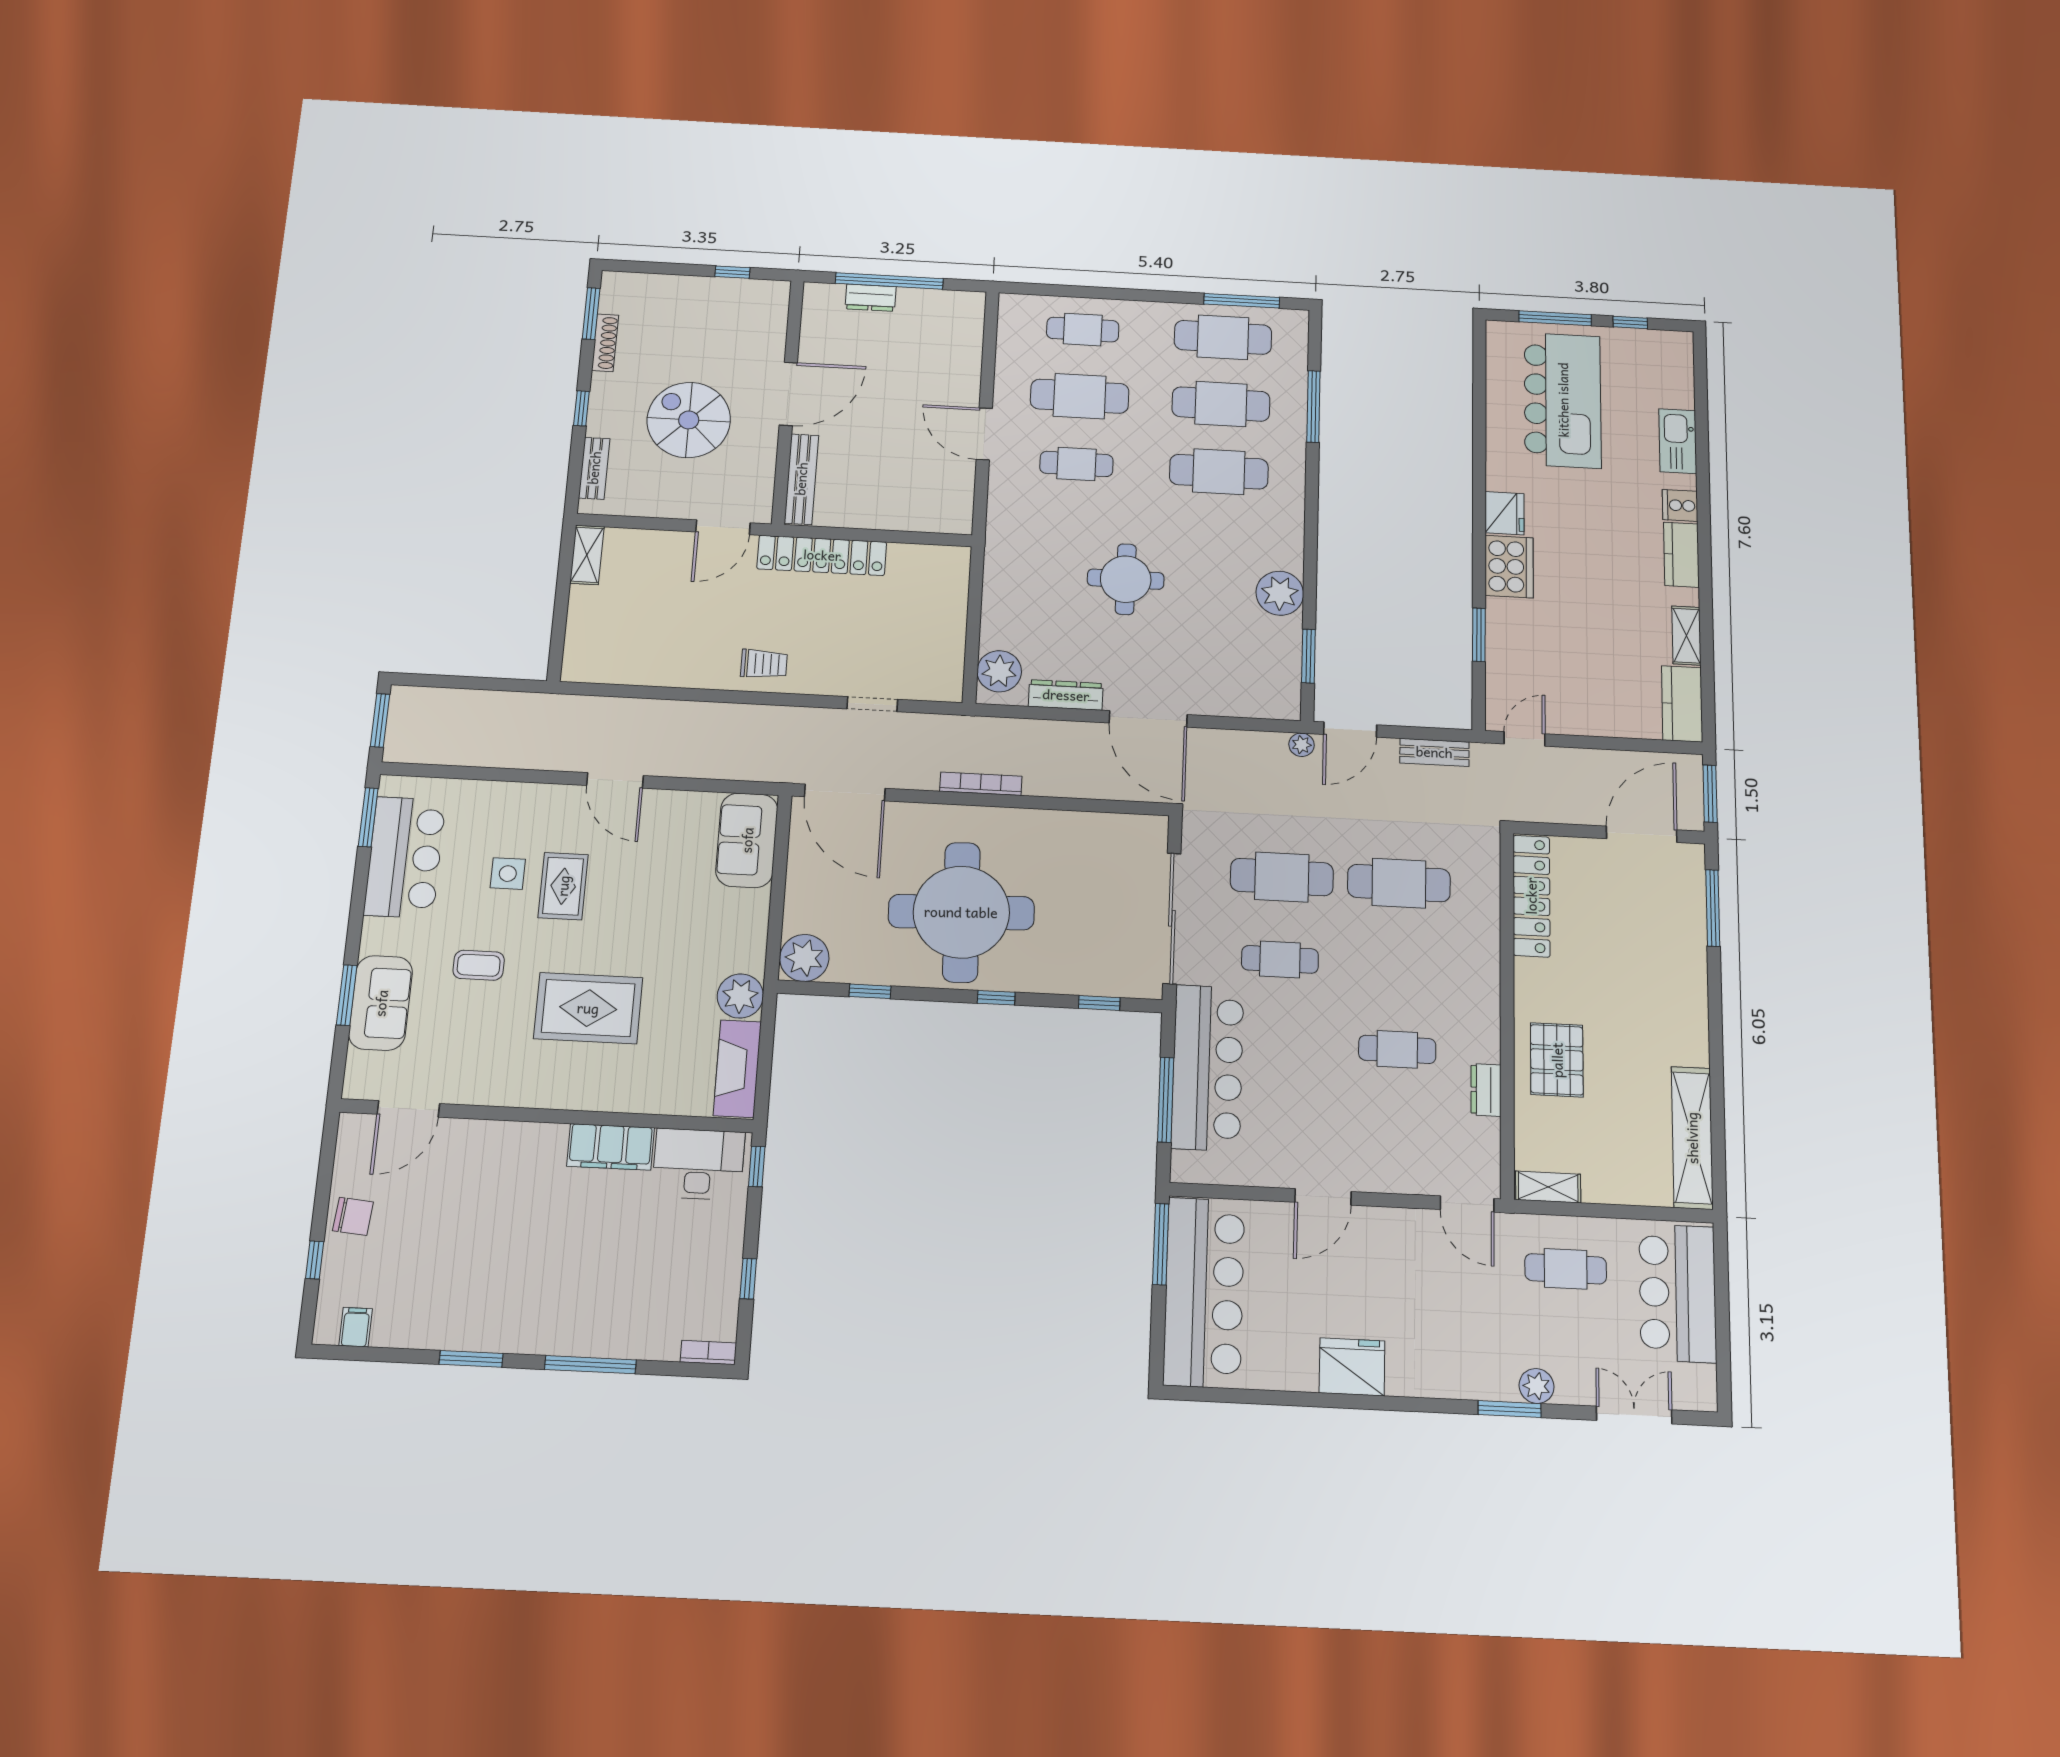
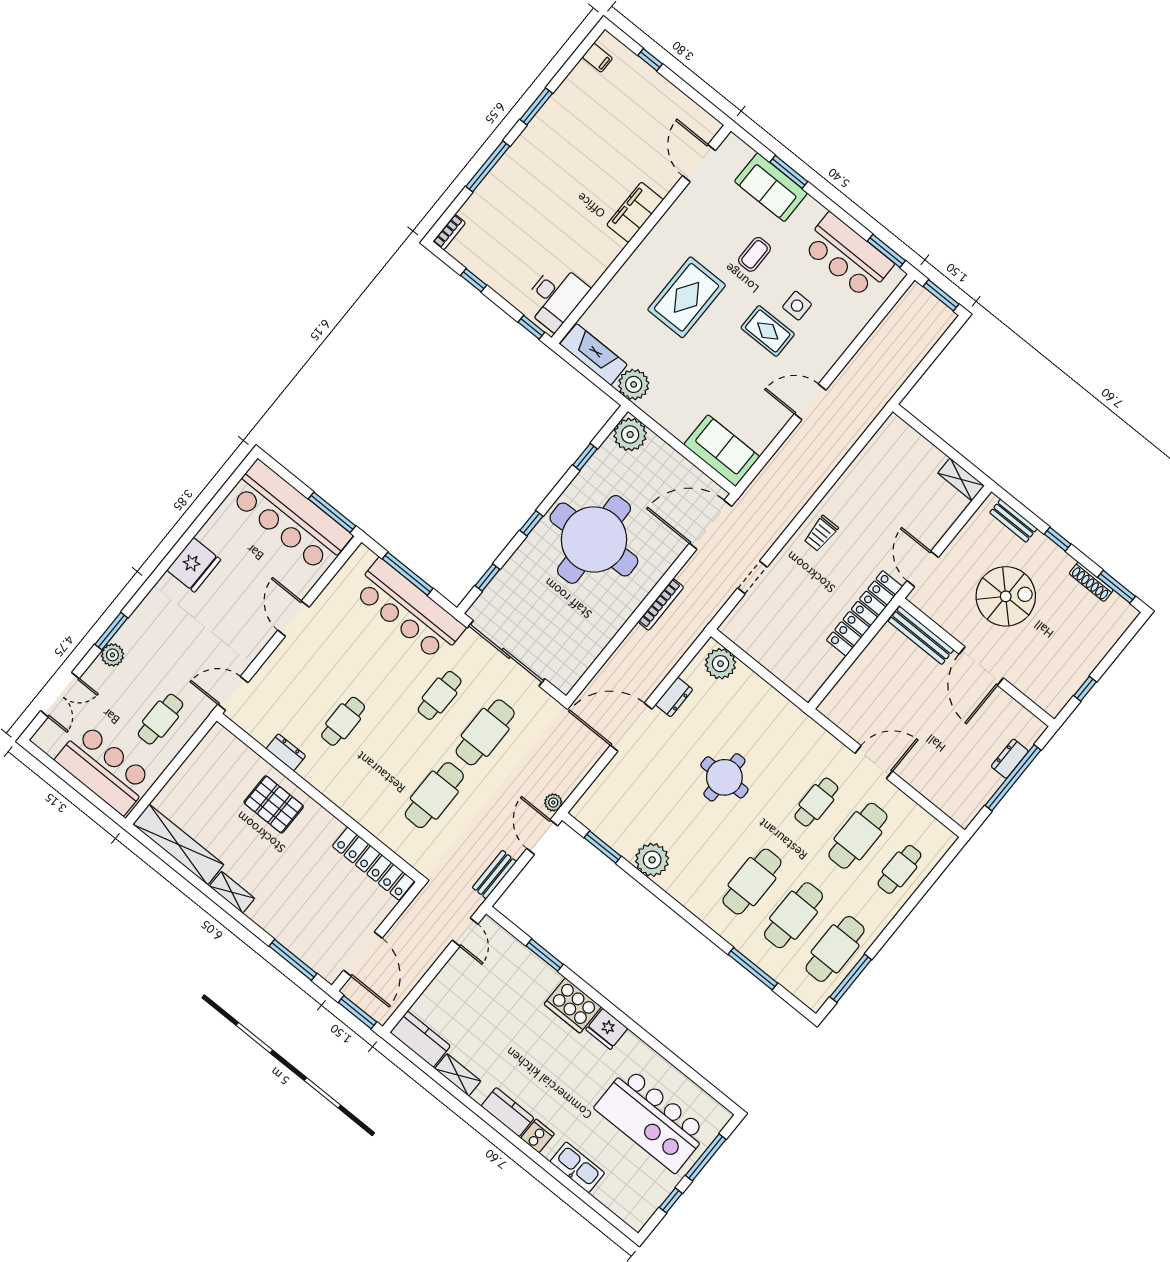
dresser: (1066, 695) -> (674, 697), width x0.70
filing cabinet: (611, 1147) -> (635, 212), moved
shelving: (1548, 1187) -> (232, 892), moved, turned 90
chair: (353, 1216) -> (660, 95), removed

